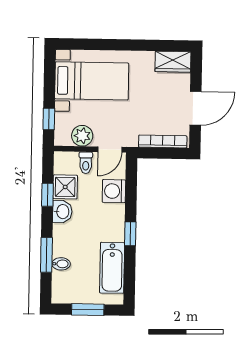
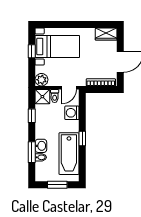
window: (49, 119) -> (32, 51), moved
plant: (82, 136) -> (41, 80), moved
shower: (65, 187) -> (42, 97), moved
washbasin: (62, 212) -> (41, 146), moved
bathtub: (112, 268) -> (69, 154), width x1.36, depth x1.36

